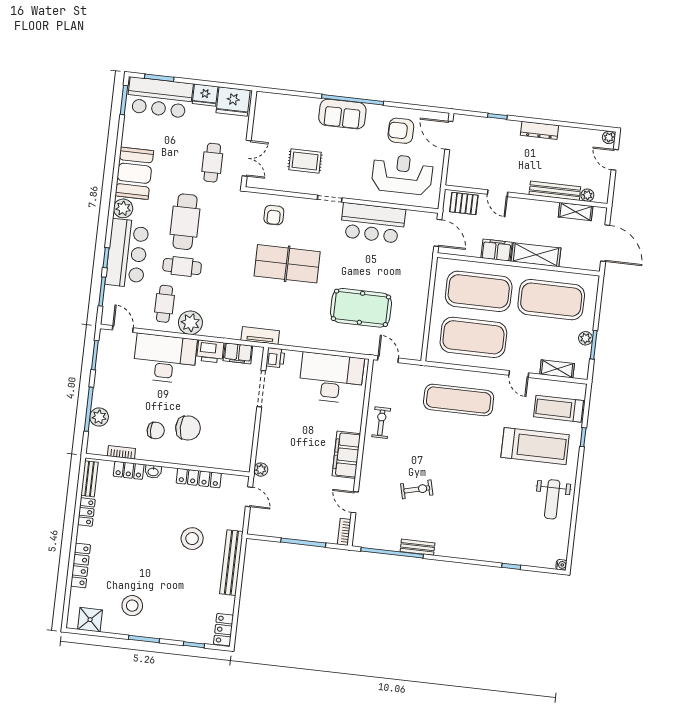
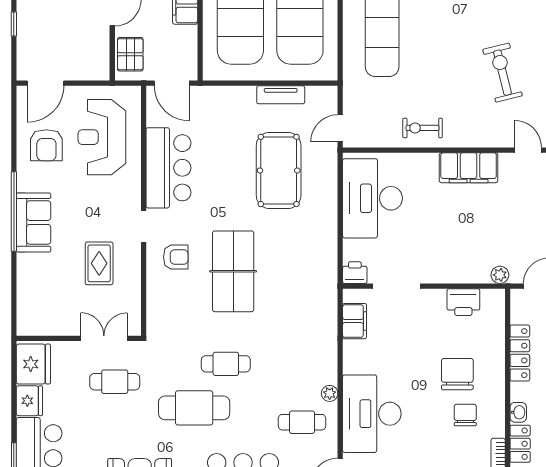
armchair: (274, 215) -> (176, 257), moved
door: (438, 233) -> (172, 83), swing flipped
cafe table: (182, 267) -> (226, 364), moved, turned 90
plant: (190, 323) -> (330, 393), width x0.53, depth x0.53
tv unit: (260, 335) -> (281, 95), moved, turned -90
printer: (210, 351) -> (463, 302), moved, turned 90
exercise bike: (417, 489) -> (502, 73), width x1.38, depth x1.39
door: (355, 502) -> (528, 150), swing flipped

